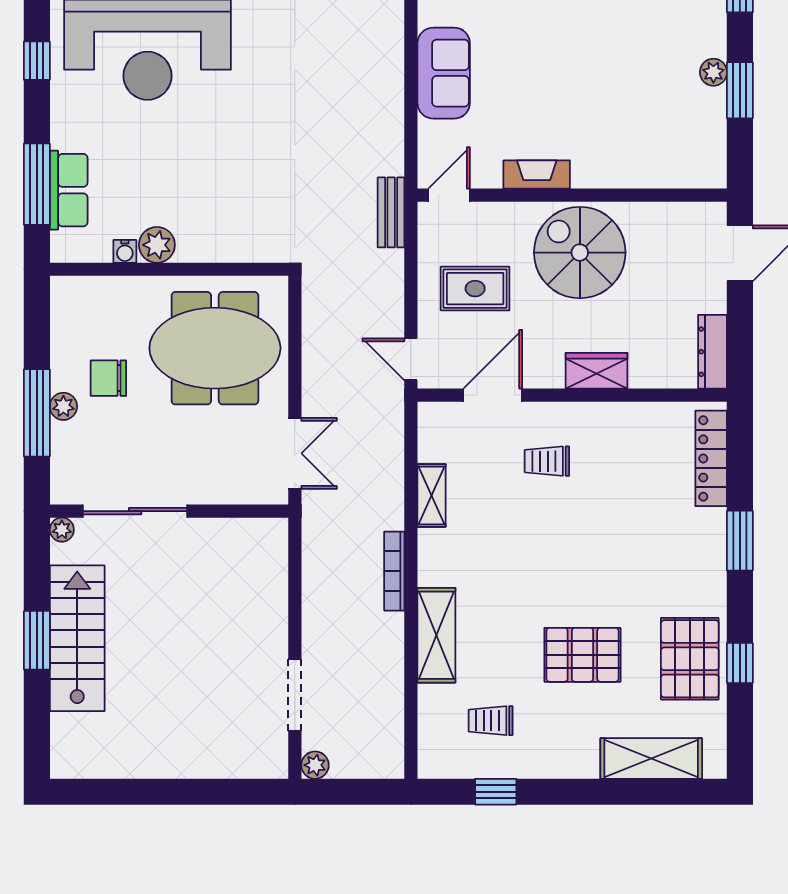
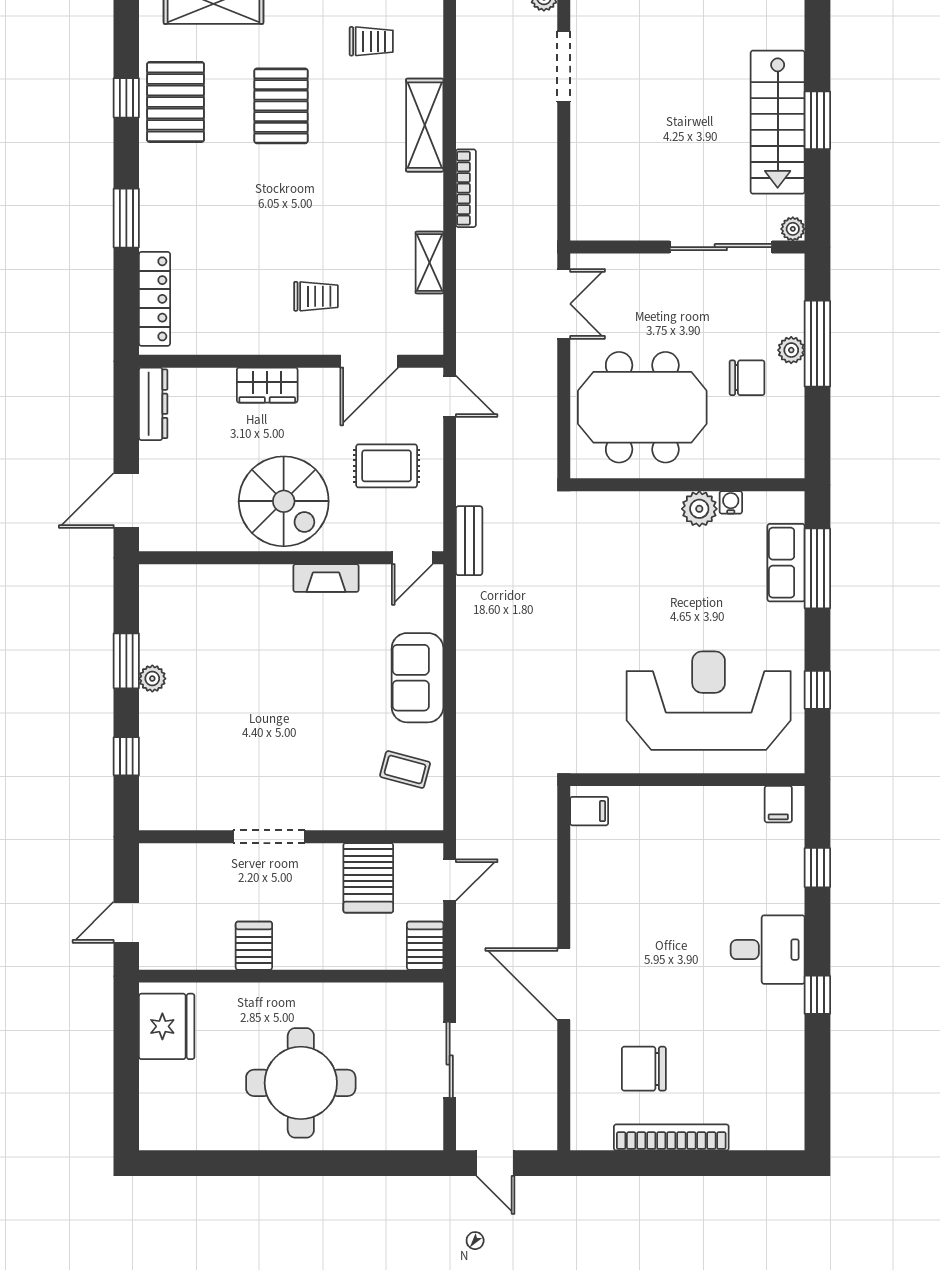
double door: (295, 453) -> (564, 304), swing flipped
pallet: (582, 655) -> (281, 106), turned 90

